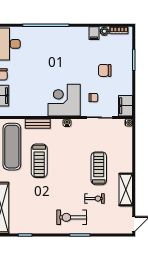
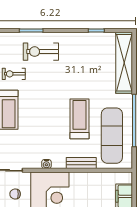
exercise bike: (72, 217) -> (41, 52), turned 180

